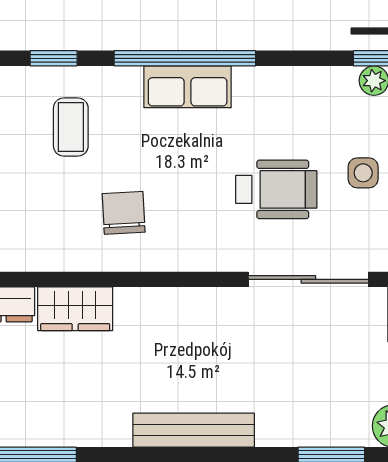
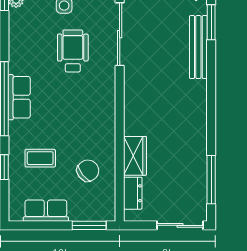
chair: (124, 213) -> (88, 171), moved, turned 145
bench: (194, 430) -> (198, 47), moved

